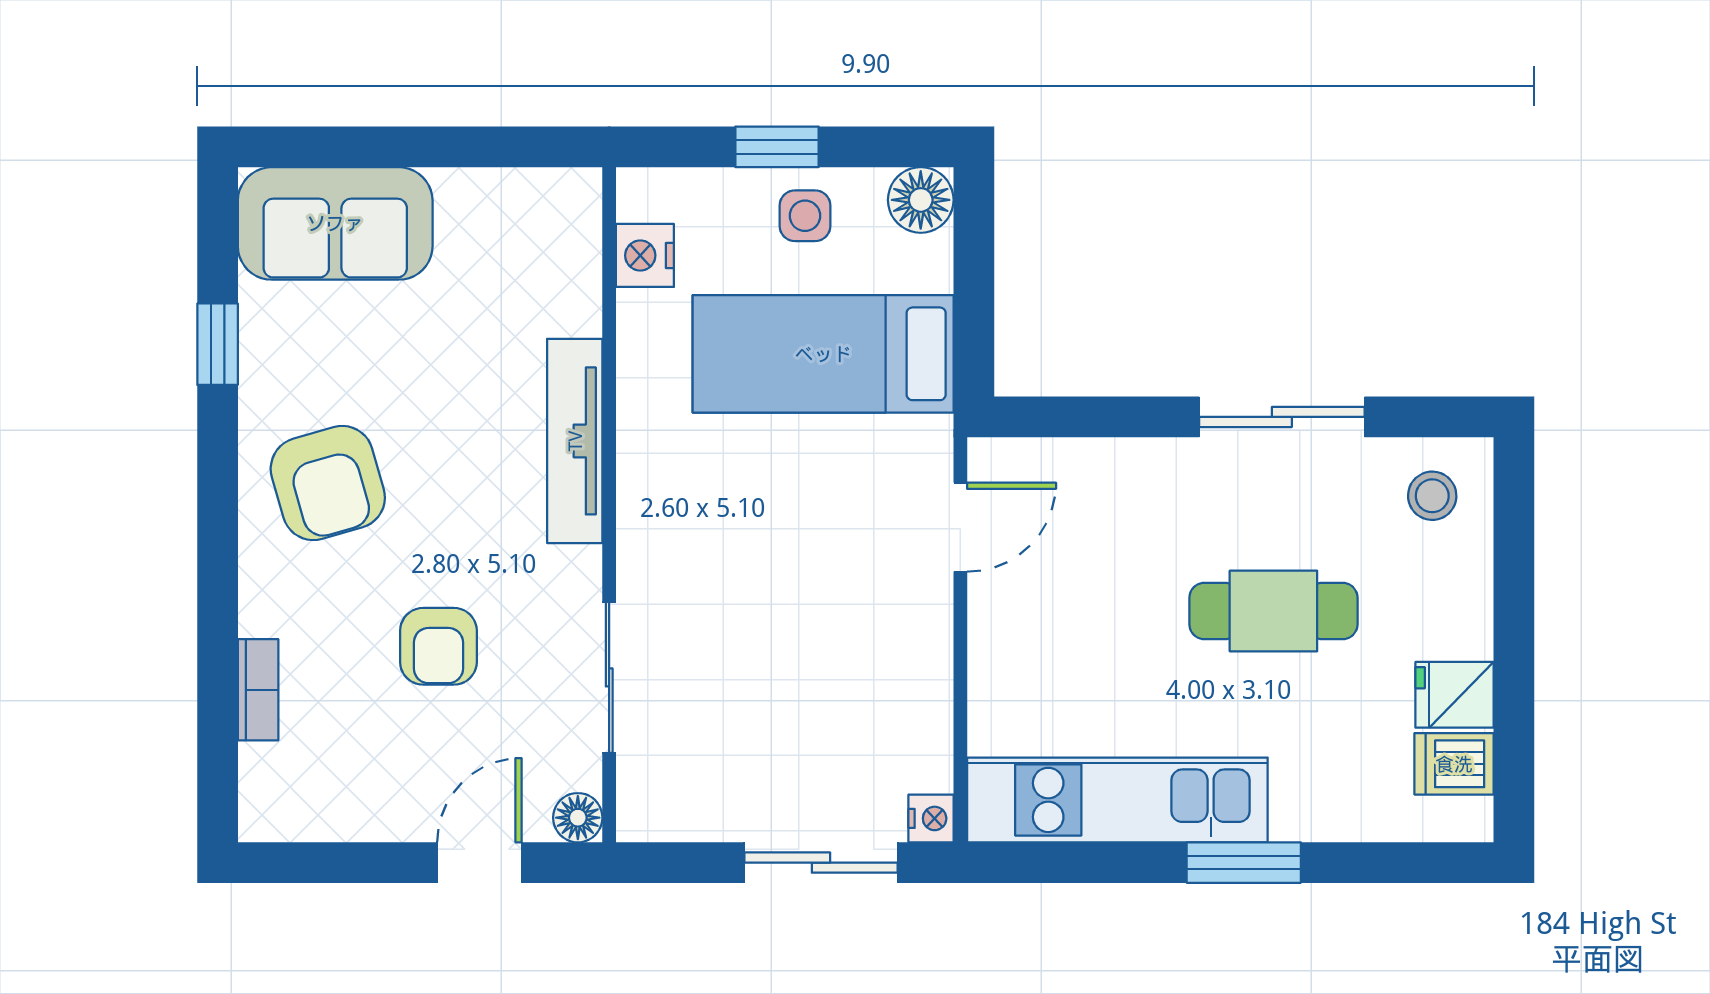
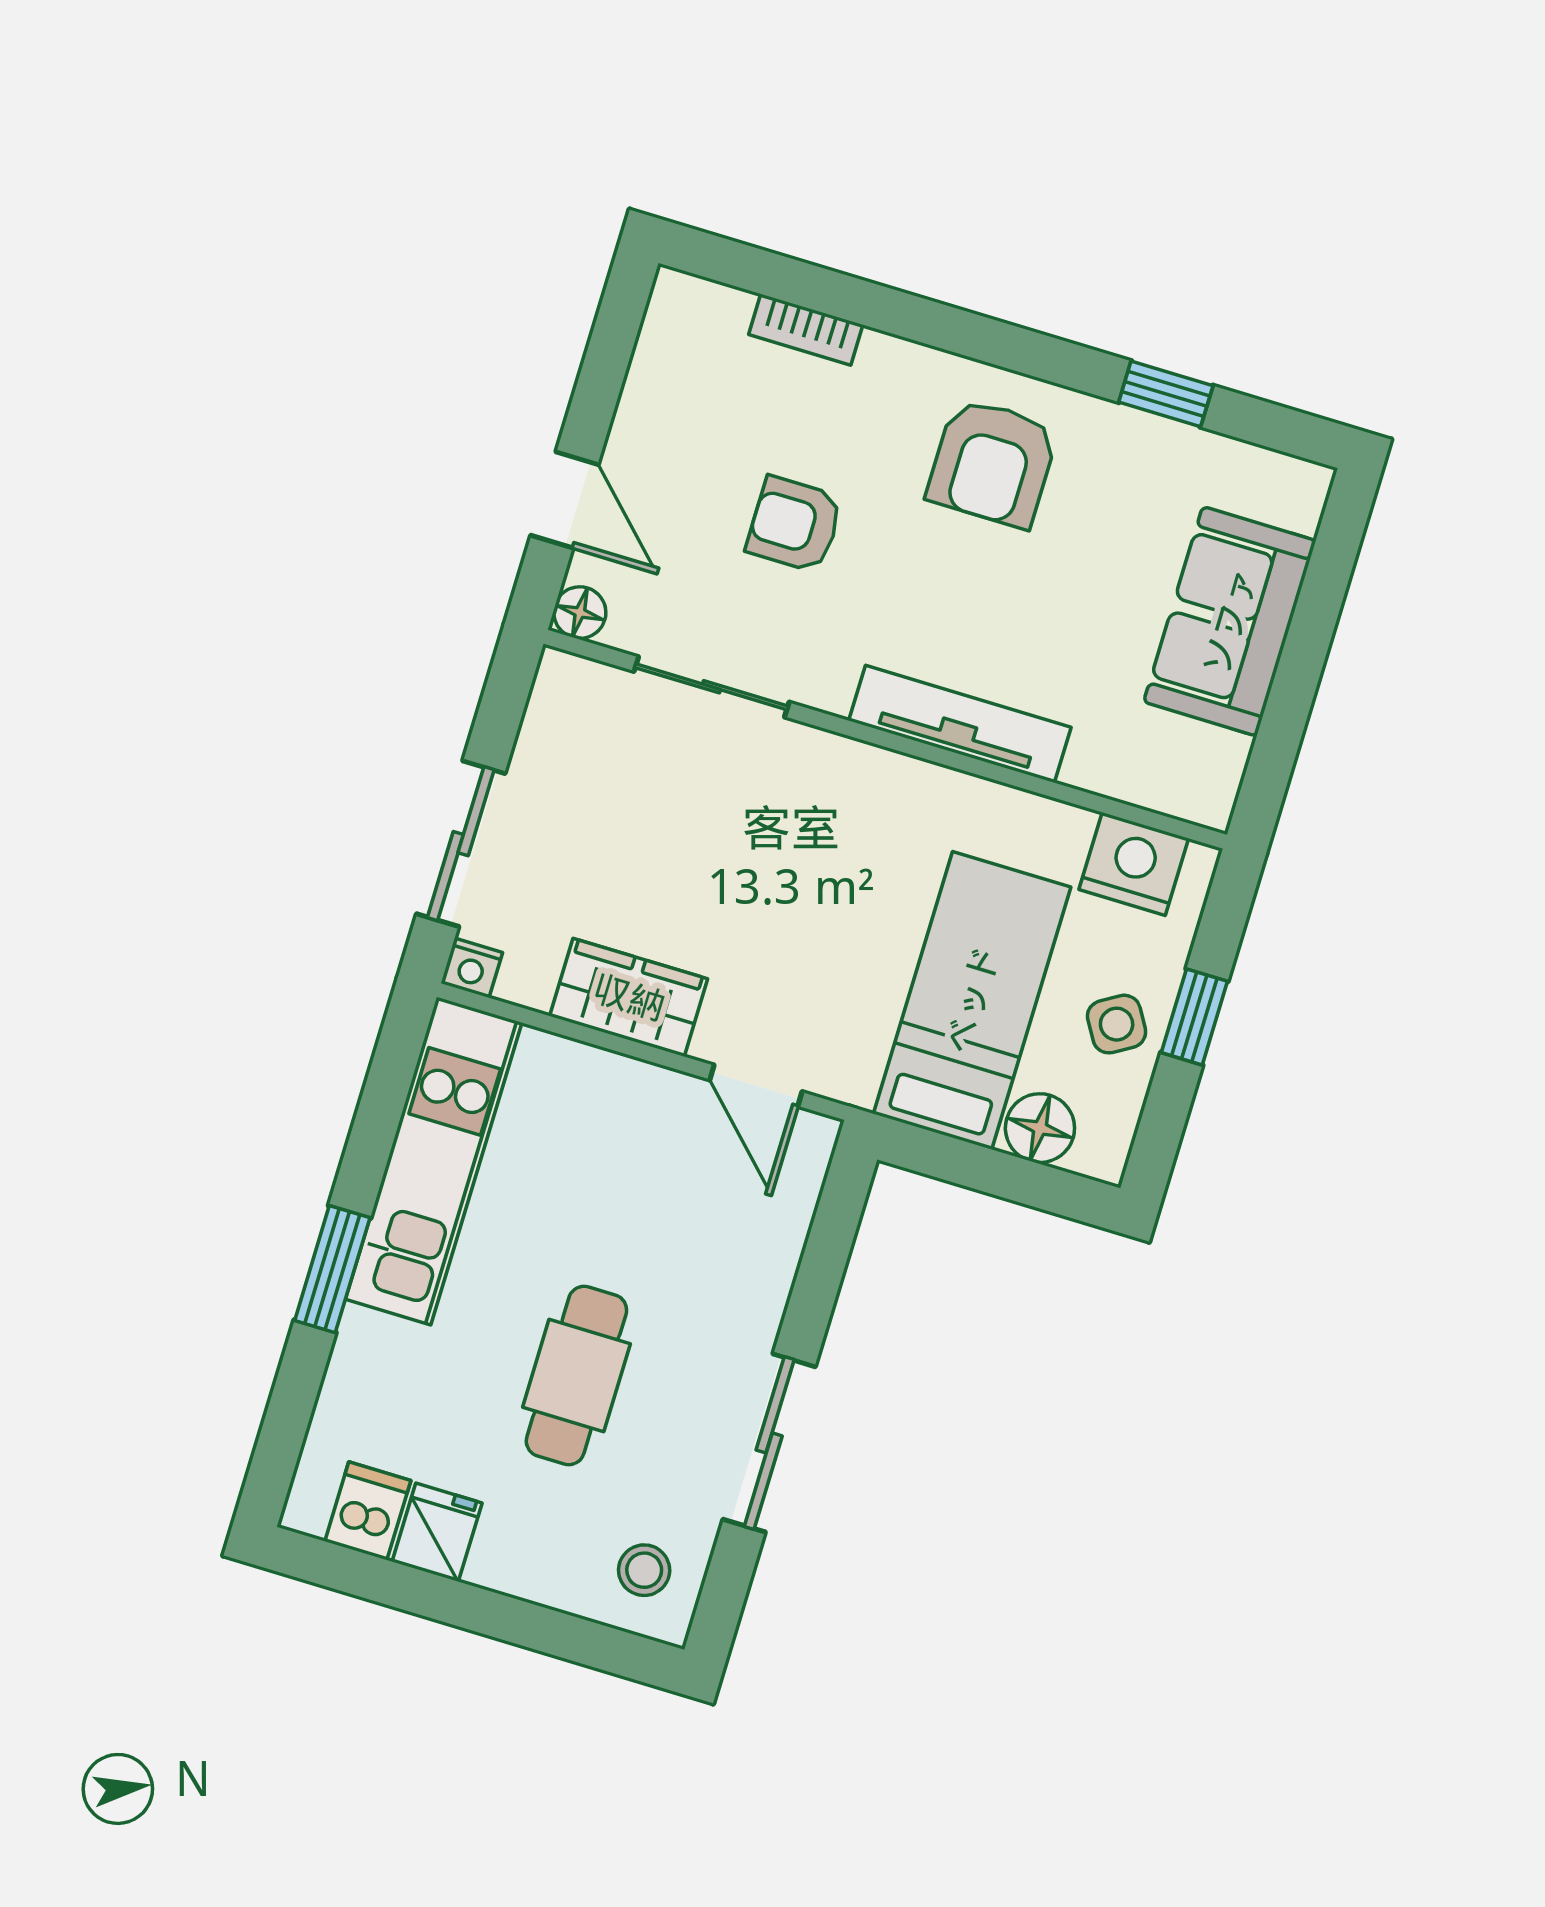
floor lamp: (921, 200) -> (1040, 1128), moved
side table: (805, 216) -> (1117, 1024), turned -31
sofa: (335, 223) -> (1230, 621), moved
nightstand: (645, 255) -> (1134, 864), width x1.36, depth x1.33
armchair: (328, 483) -> (993, 463), turned -74
wardrobe: (915, 667) -> (629, 997), added

